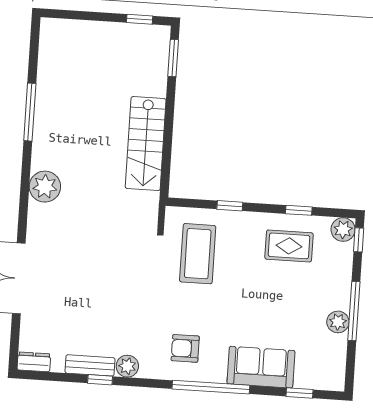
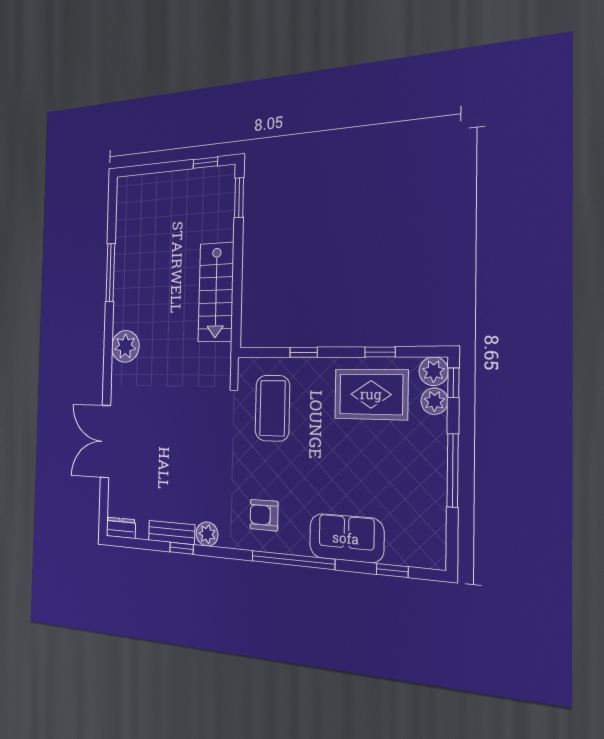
rug: (289, 246) -> (371, 394), width x1.36, depth x1.43
plant: (338, 322) -> (434, 401), moved

